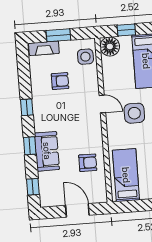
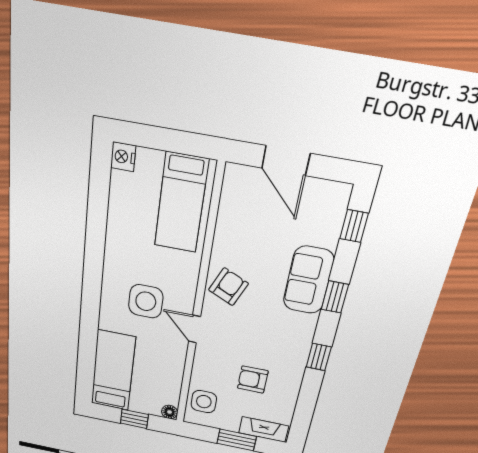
floor lamp: (110, 46) -> (170, 412), width x0.53, depth x0.53
armchair: (88, 163) -> (228, 287), moved, turned 114

